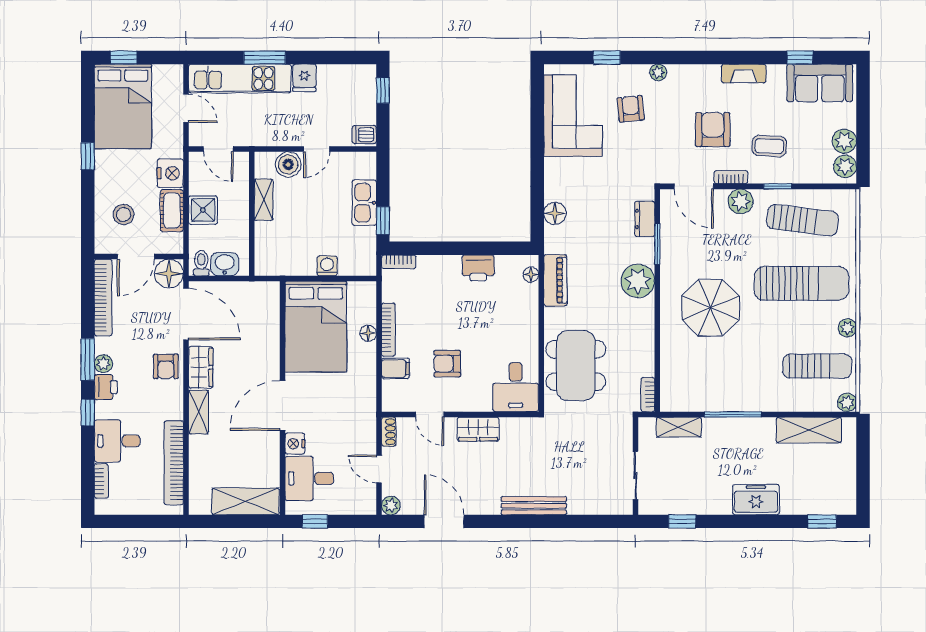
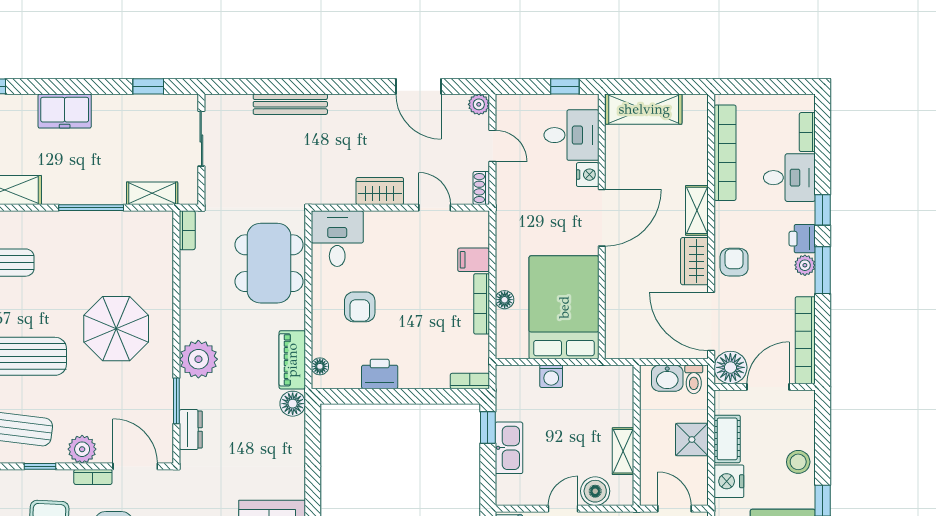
floor lamp: (555, 213) -> (293, 404), moved
stool: (124, 215) -> (798, 462), moved
armchair: (447, 364) -> (360, 307), moved, turned 90
bench: (534, 506) -> (290, 104), moved

